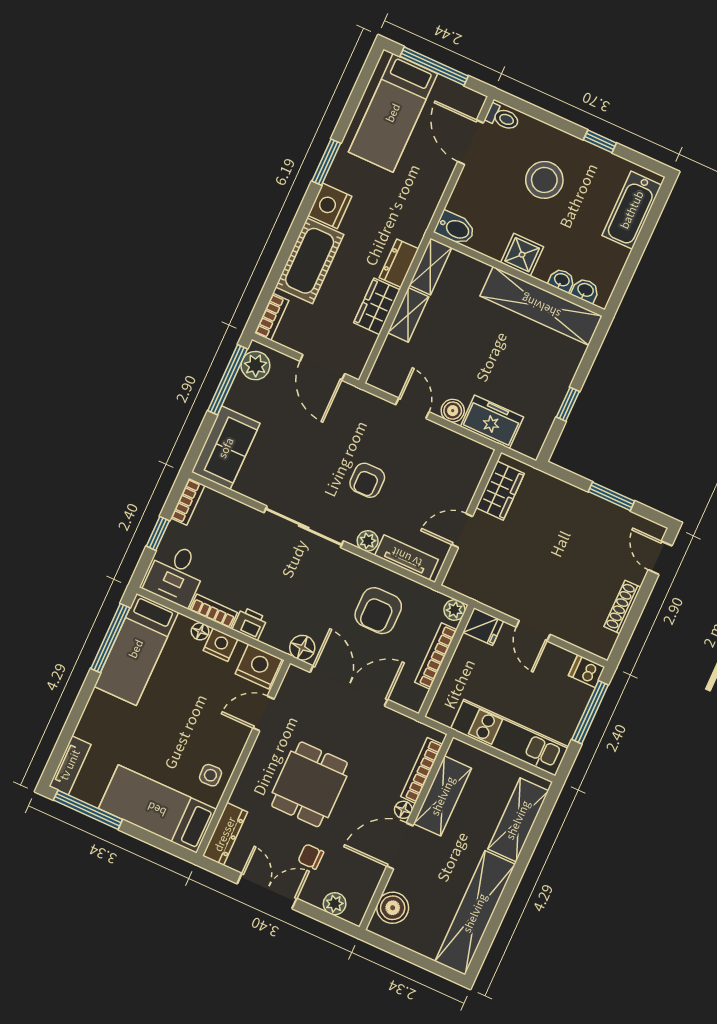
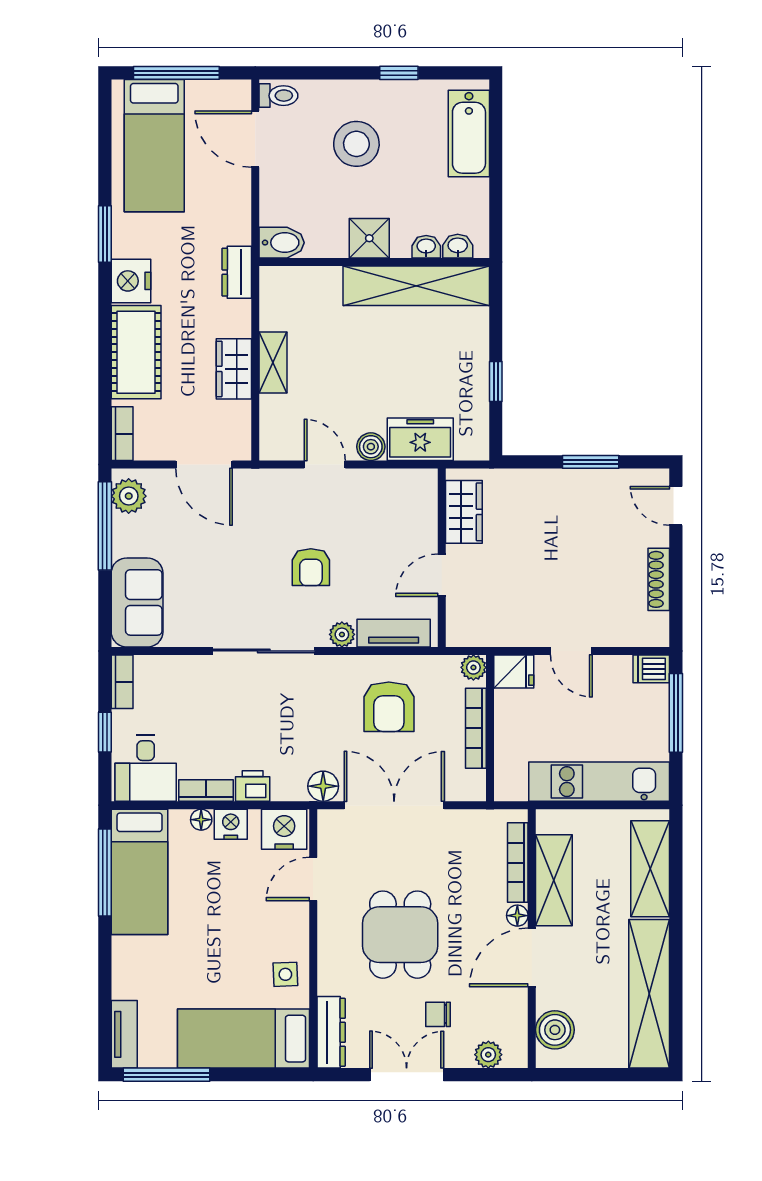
dresser: (399, 263) -> (237, 272), moved
shelving: (431, 266) -> (273, 298), removed

